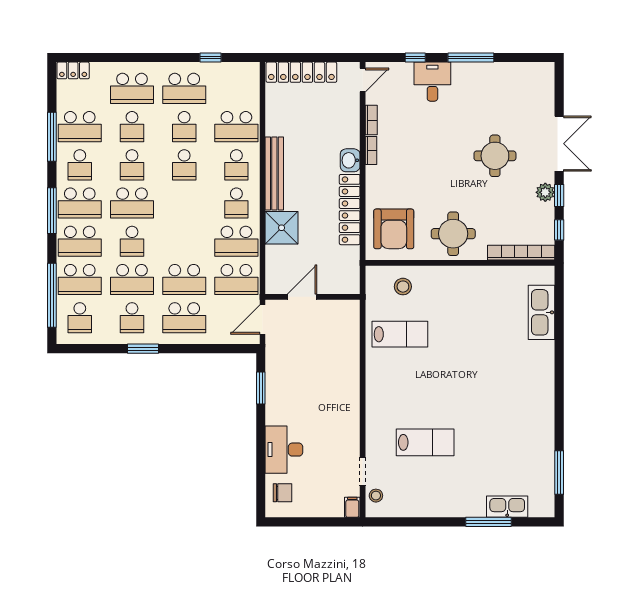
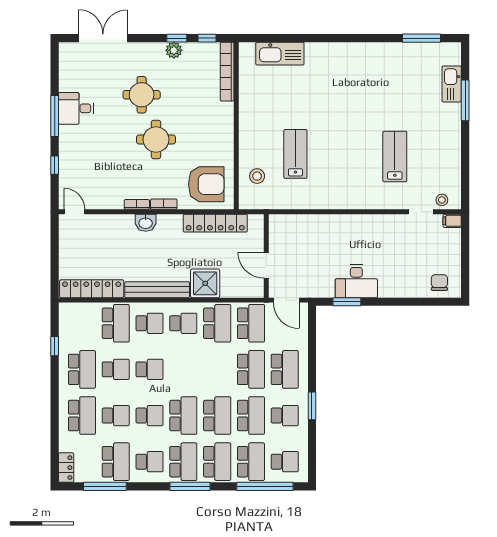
locker: (301, 72) -> (92, 289), moved, turned -90
desk: (432, 82) -> (76, 108), moved
bookcase: (371, 120) -> (164, 204), moved
window: (52, 137) -> (105, 486), moved
double door: (559, 144) -> (103, 38), moved
locker: (350, 210) -> (215, 223), moved
round table: (453, 234) -> (156, 139), moved
school desk: (132, 241) -> (217, 416), width x1.85
lab bench: (400, 334) -> (295, 154), moved
desk: (284, 450) -> (356, 281), moved

